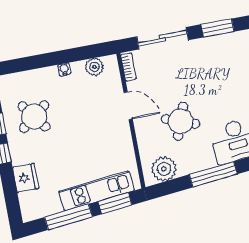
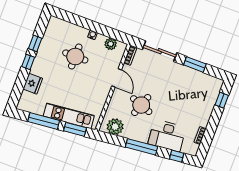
round table: (34, 117) -> (75, 56), moved, turned 38

